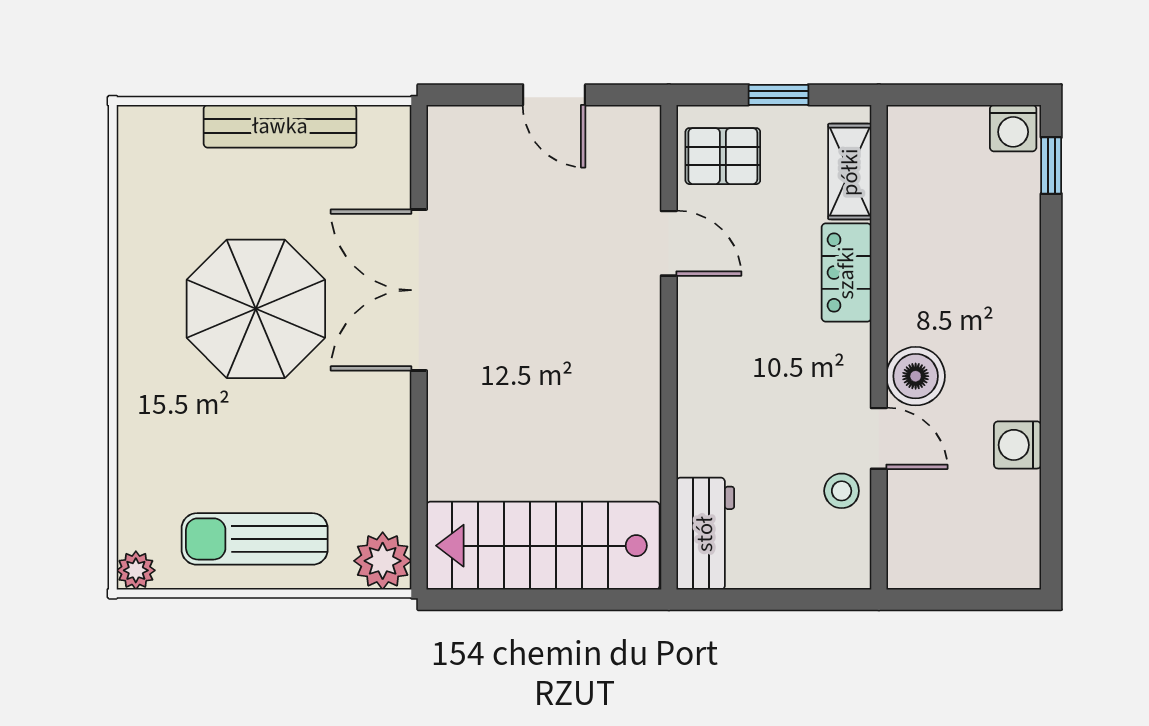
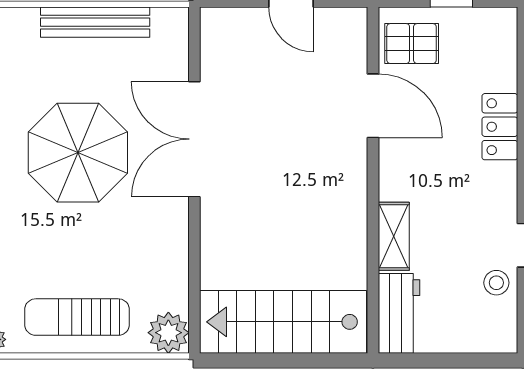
shelving: (850, 172) -> (394, 236), moved
door: (669, 243) -> (373, 106), width x1.38

